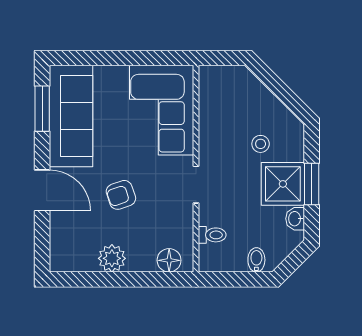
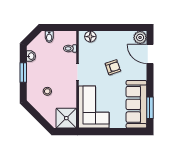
shower: (283, 184) -> (66, 118), moved
door: (42, 190) -> (150, 54), moved
plant: (112, 258) -> (140, 37), moved

